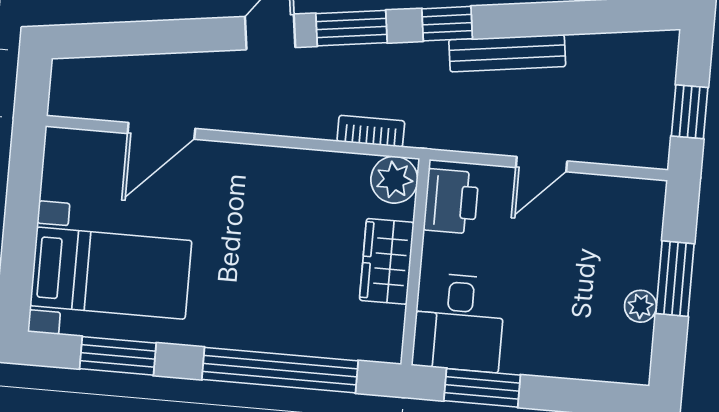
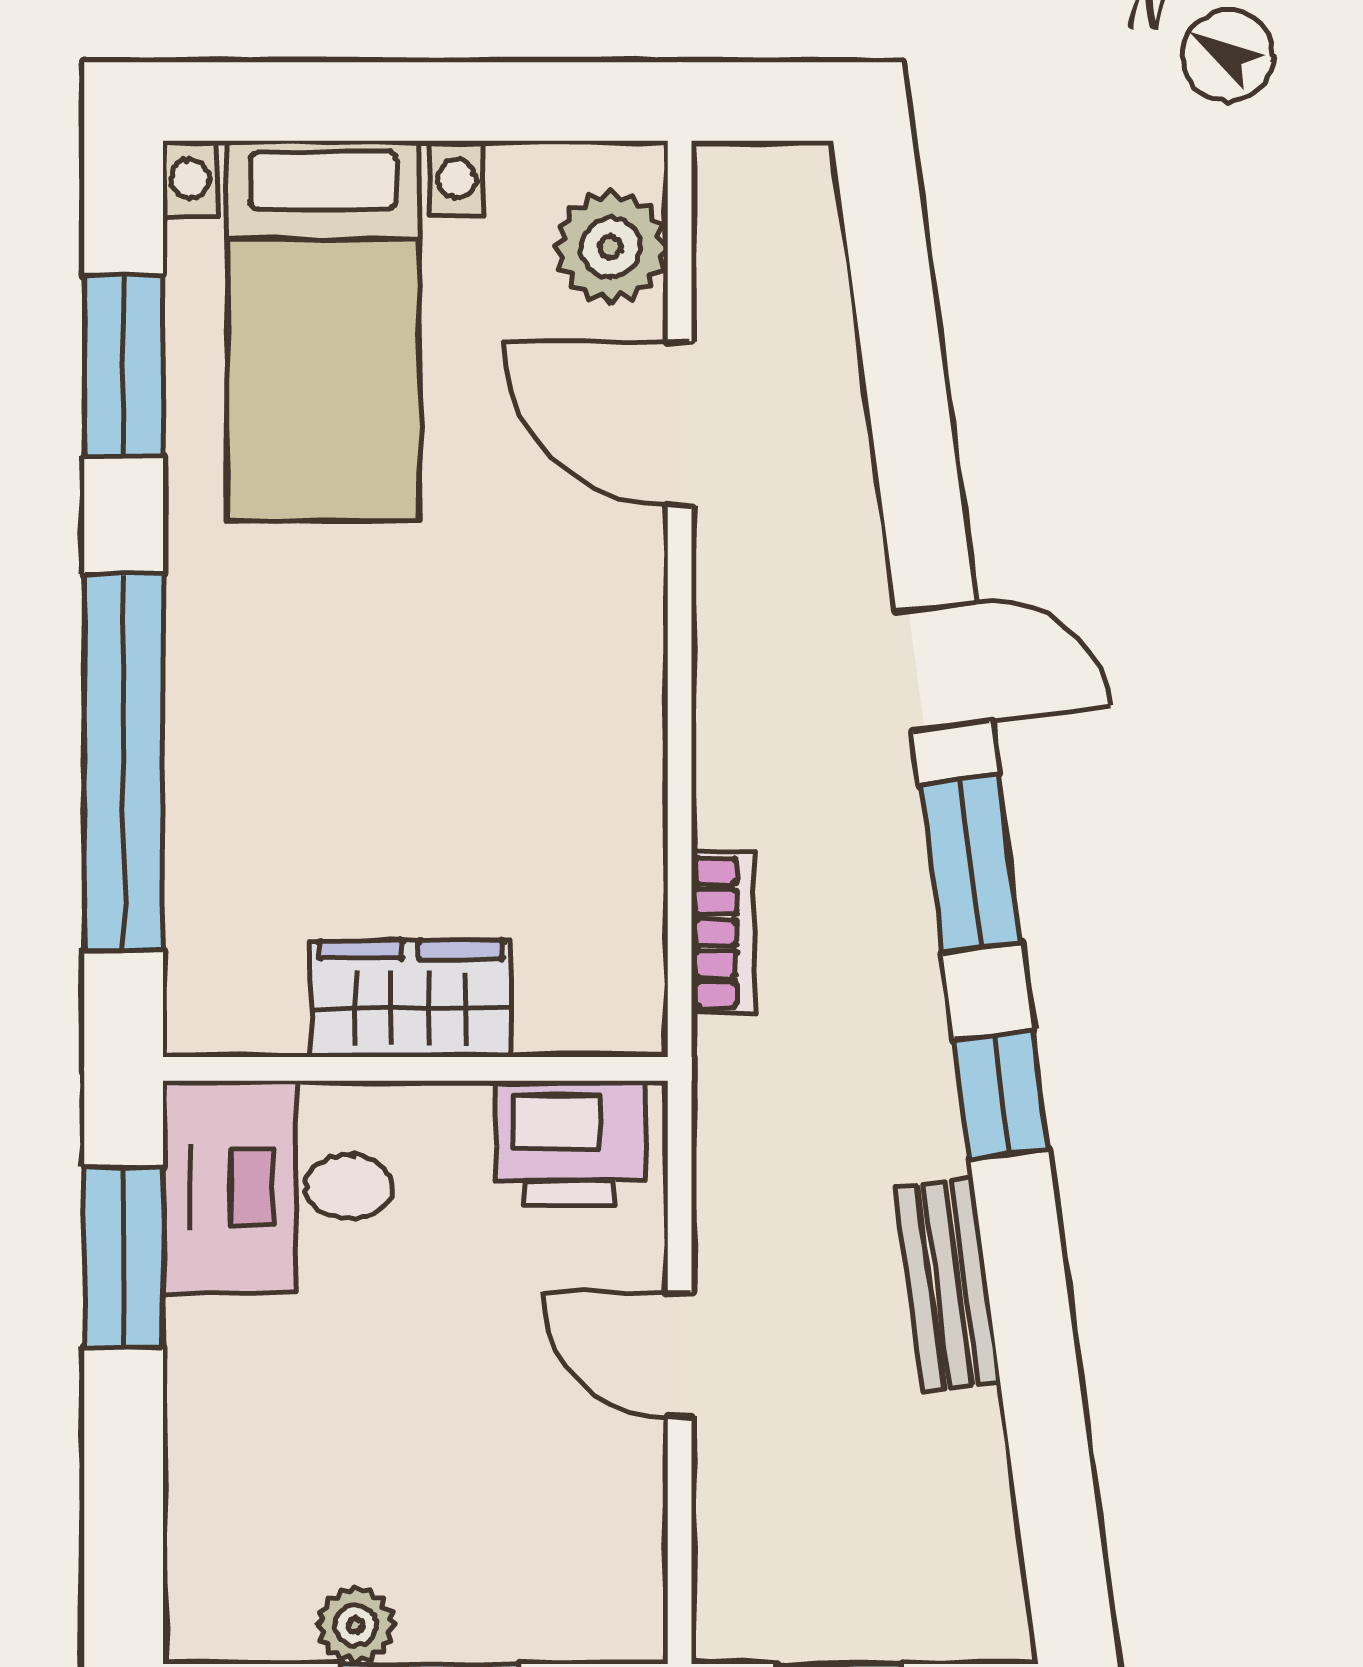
bench: (507, 53) -> (947, 1285), width x0.73
plant: (394, 180) -> (611, 247), moved

